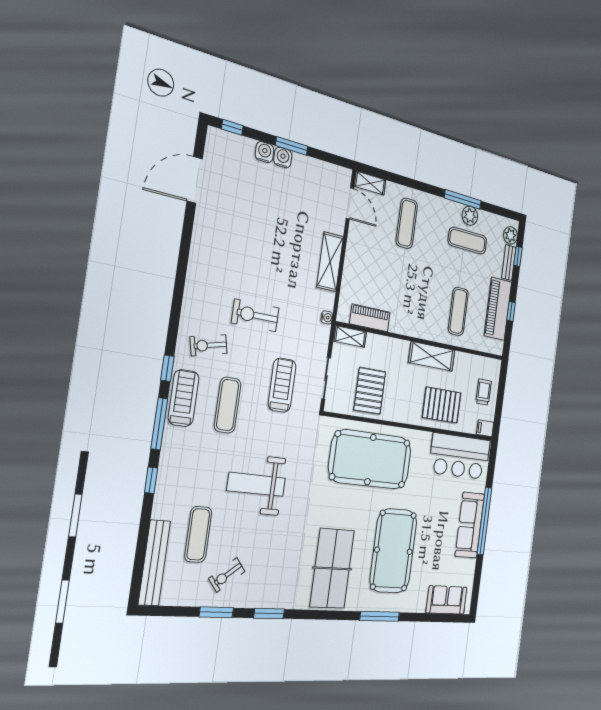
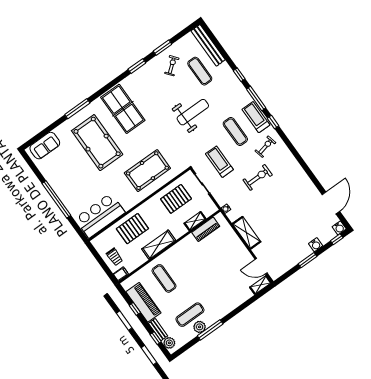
water cooler: (283, 158) -> (339, 228), moved
exercise mat: (407, 223) -> (227, 288), removed
shelving: (350, 337) -> (195, 221), moved
treadmill: (282, 385) -> (219, 162), turned 180
pallet: (370, 391) -> (176, 199), turned 90
treadmill: (184, 398) -> (256, 117), turned 180
filing cabinet: (485, 428) -> (121, 274), moved
pool table: (370, 460) -> (147, 171), width x0.73, depth x0.76
sofa: (470, 525) -> (64, 190), removed

